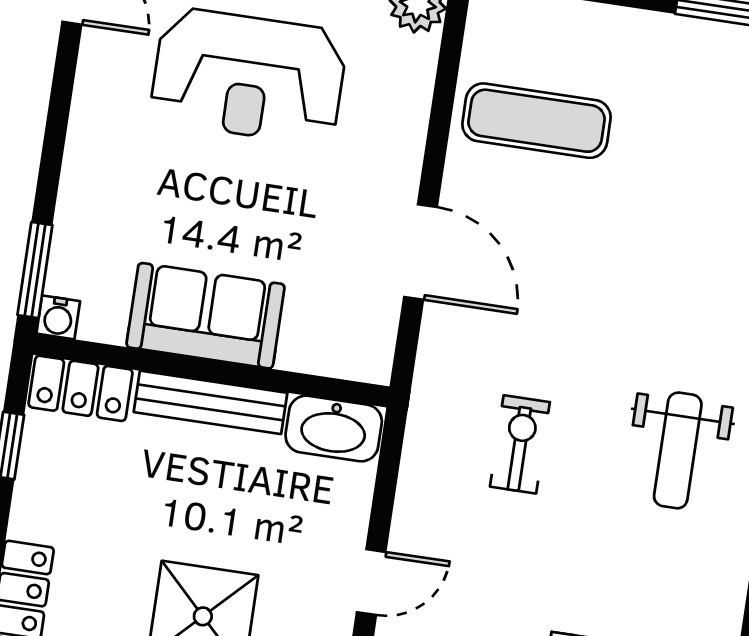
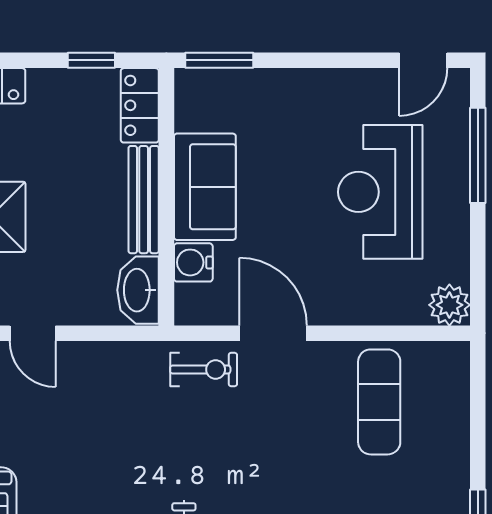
door: (421, 252) -> (273, 333), swing flipped
water cooler: (58, 317) -> (193, 262), moved, width x1.38, depth x1.38
exercise bike: (520, 444) -> (204, 369), moved

